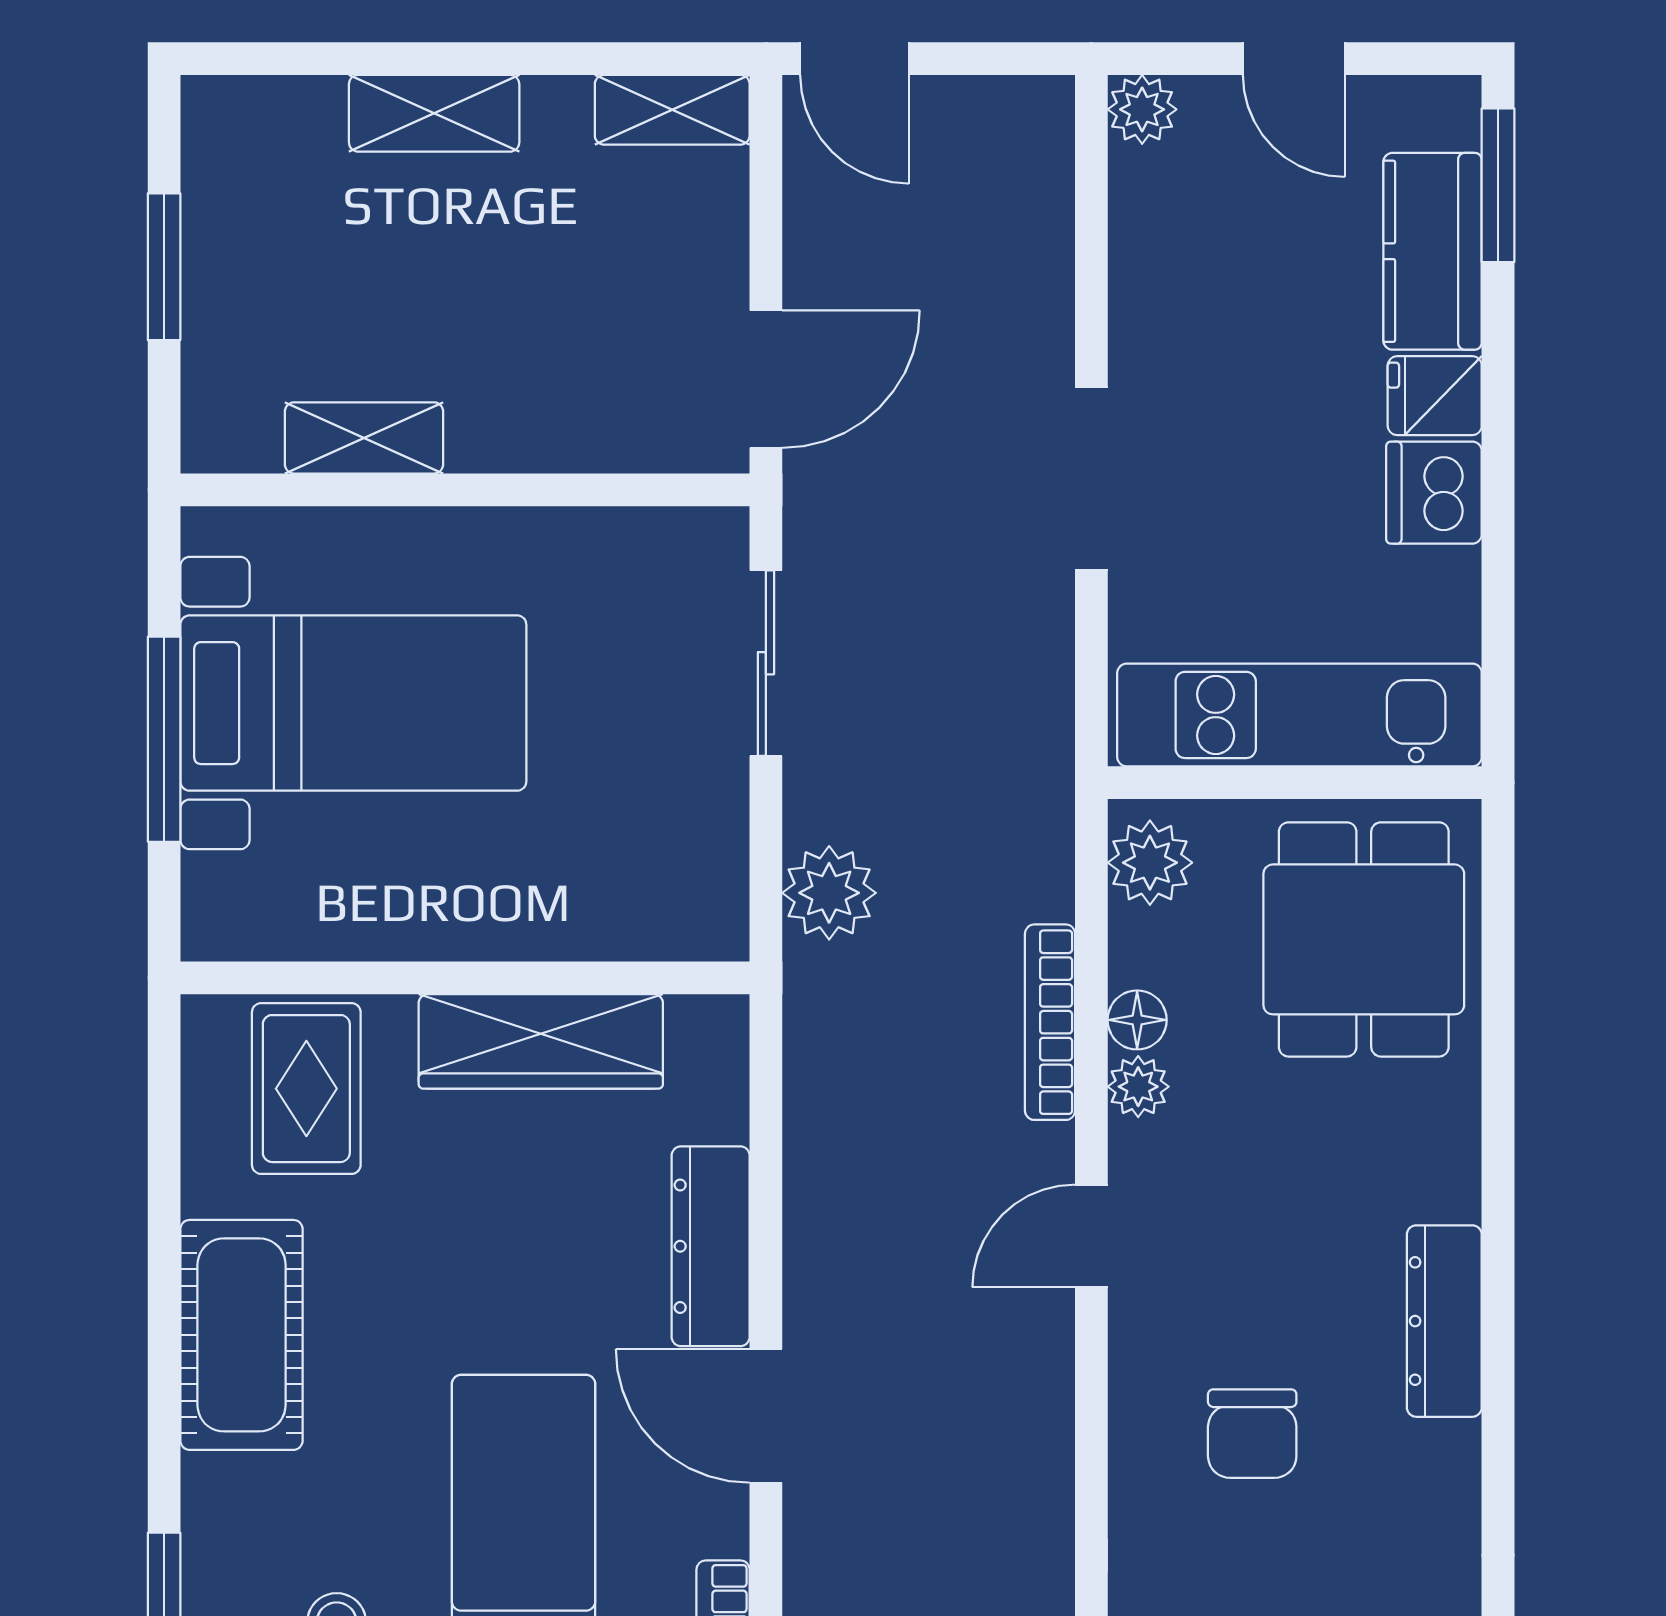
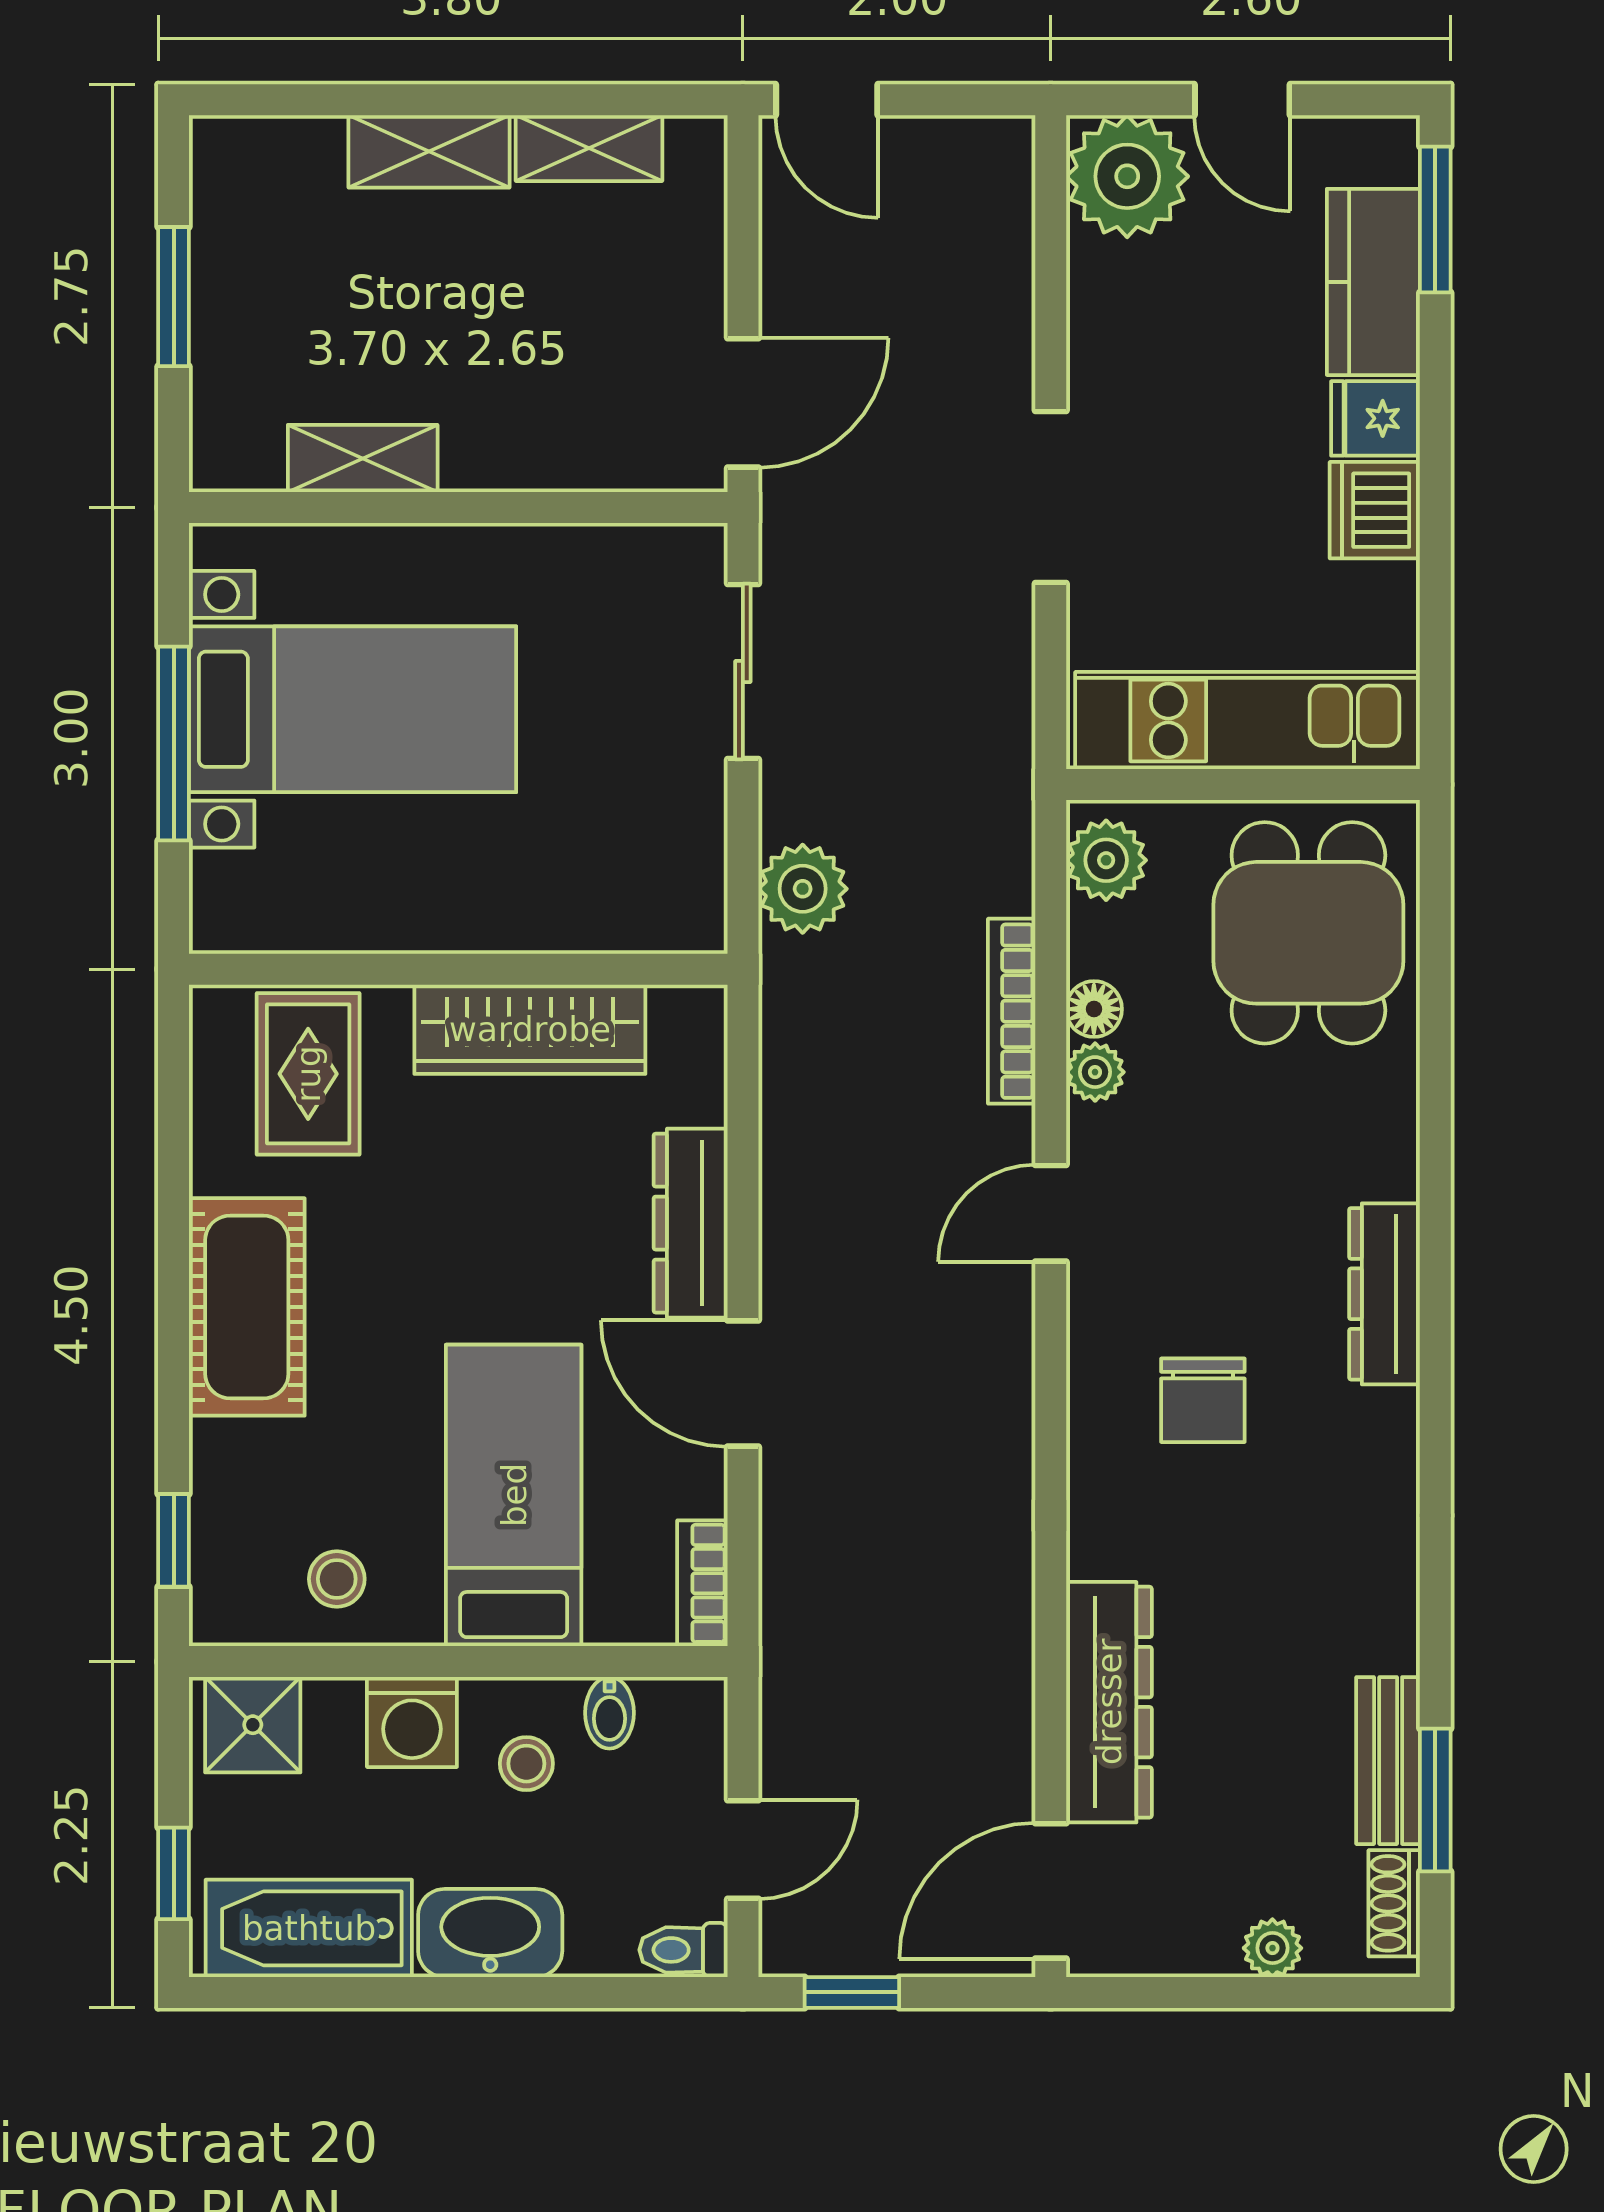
plant: (1142, 109) -> (1127, 176), width x1.88, depth x1.88
shelving: (672, 110) -> (589, 148), moved

